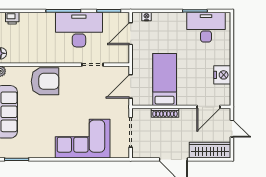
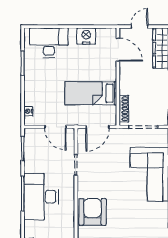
desk: (206, 27) -> (49, 43), moved, turned 90
desk: (79, 30) -> (41, 197), moved
door: (131, 34) -> (55, 127), moved
door: (131, 86) -> (98, 127), hinge flipped
shoe rack: (165, 113) -> (124, 109), moved

